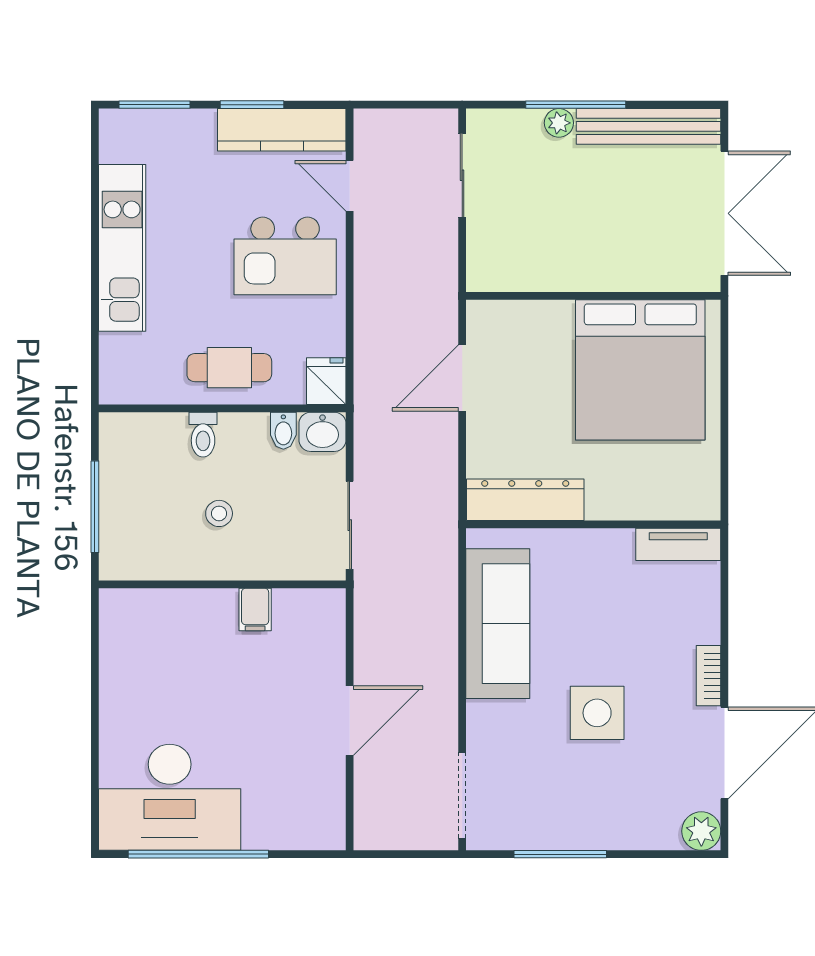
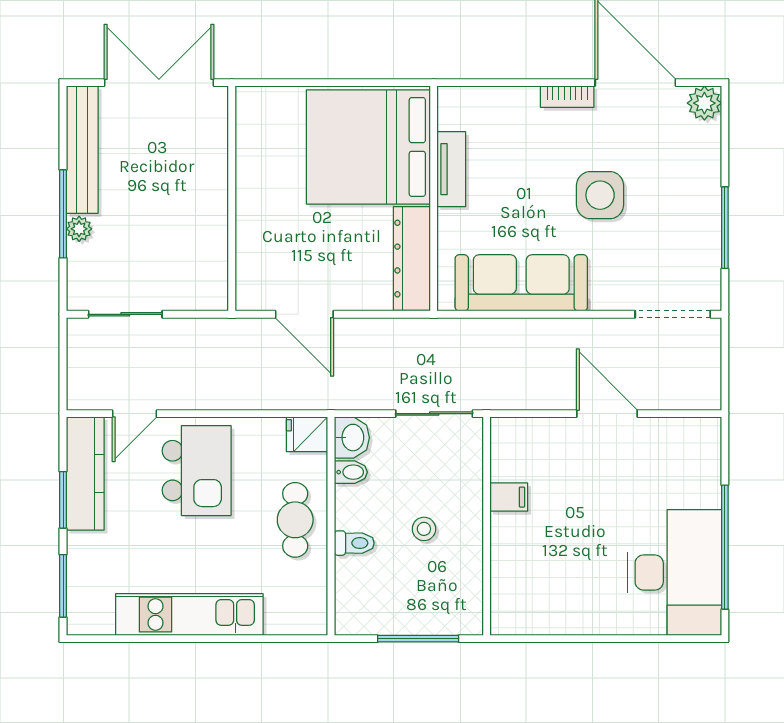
bed: (640, 370) -> (368, 147), moved, turned 180
tv unit: (678, 544) -> (451, 169), moved

